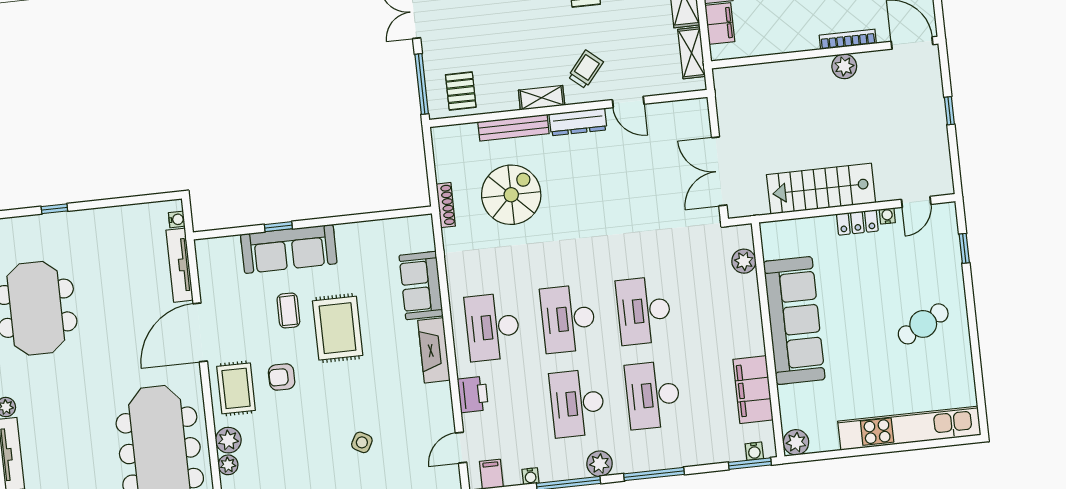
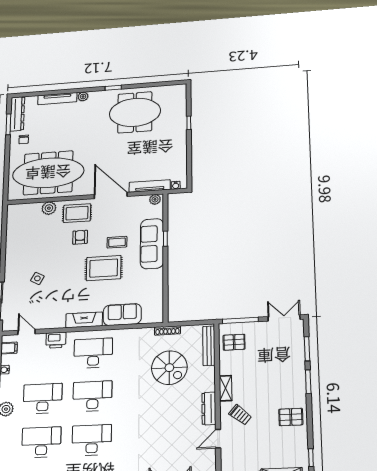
bench: (513, 128) -> (209, 346), moved
plant: (228, 465) -> (155, 199), moved

